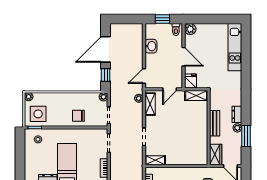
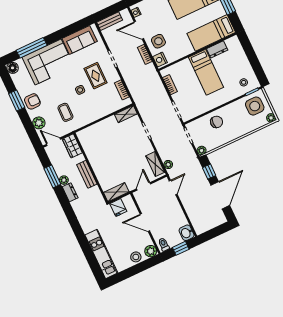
stool: (206, 30) -> (136, 257), added
washbasin: (151, 46) -> (187, 233), moved
fridge: (190, 81) -> (118, 207), moved

